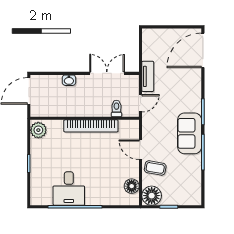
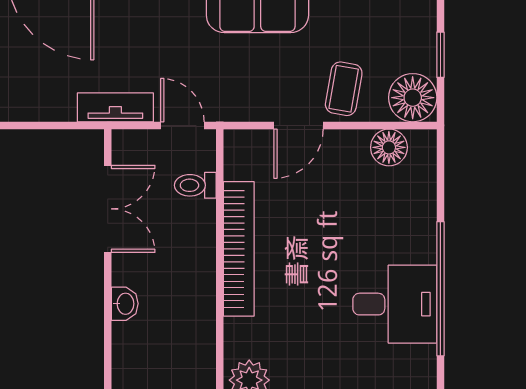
double door: (107, 73) -> (108, 209), swing flipped

